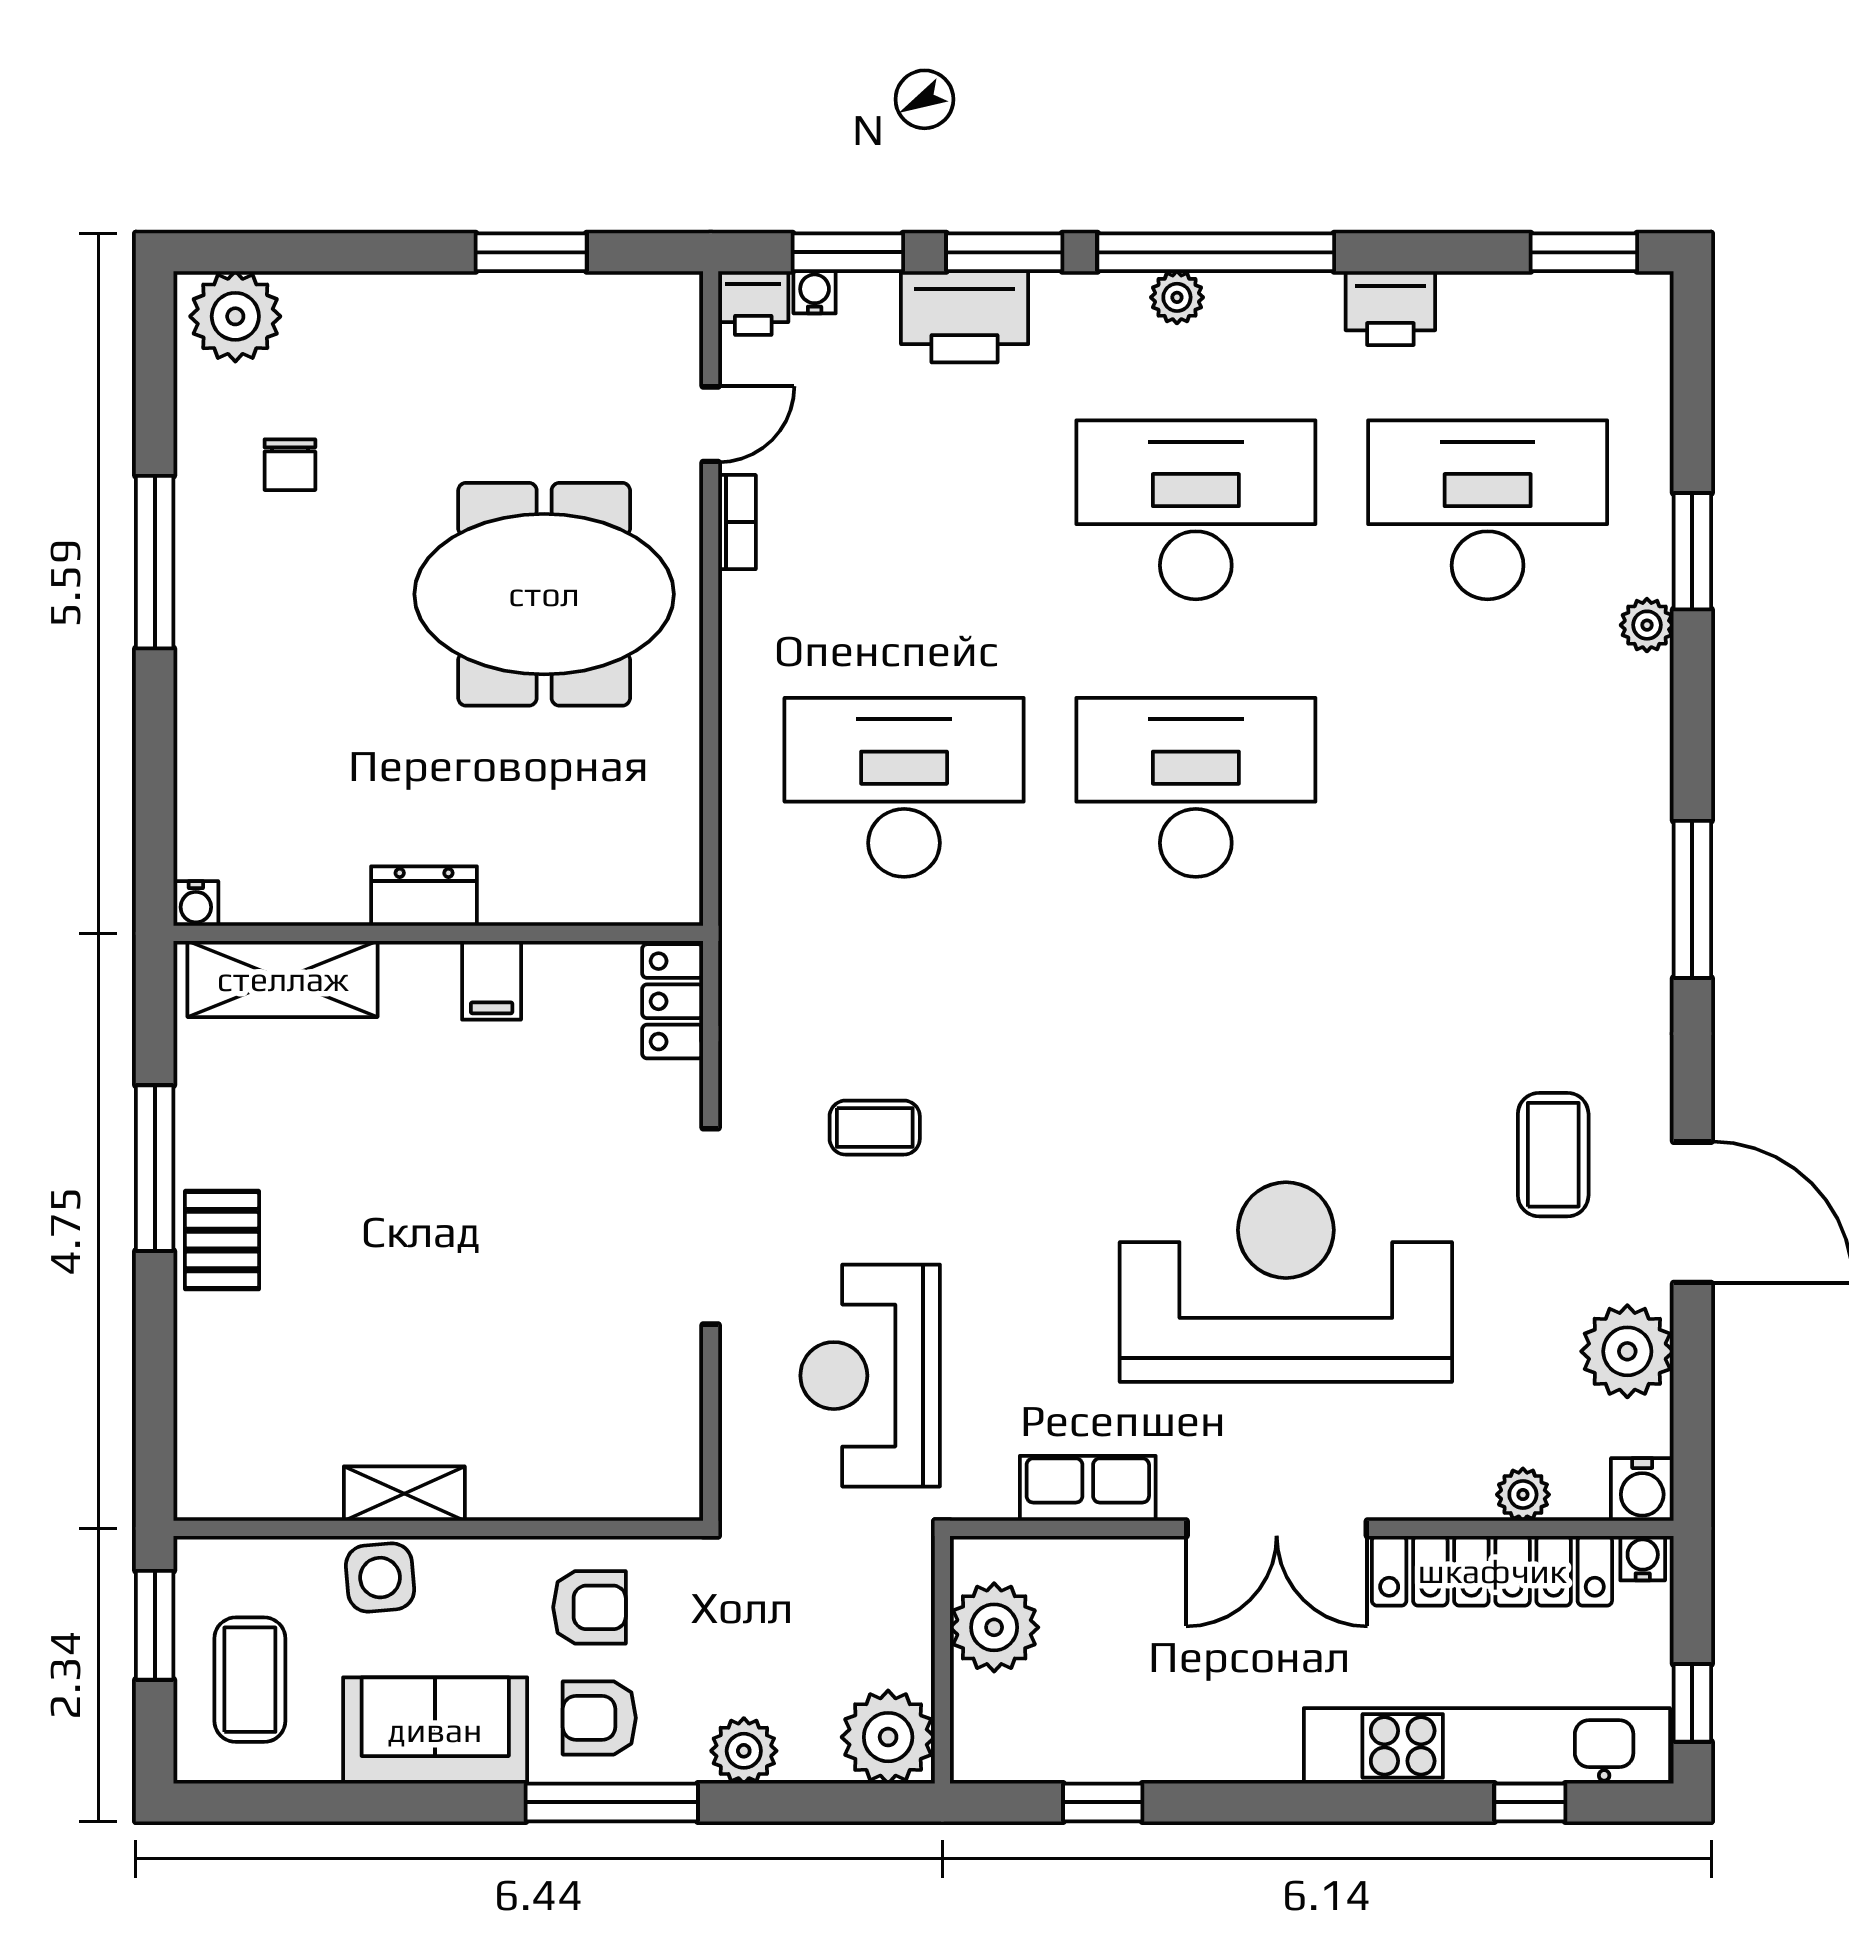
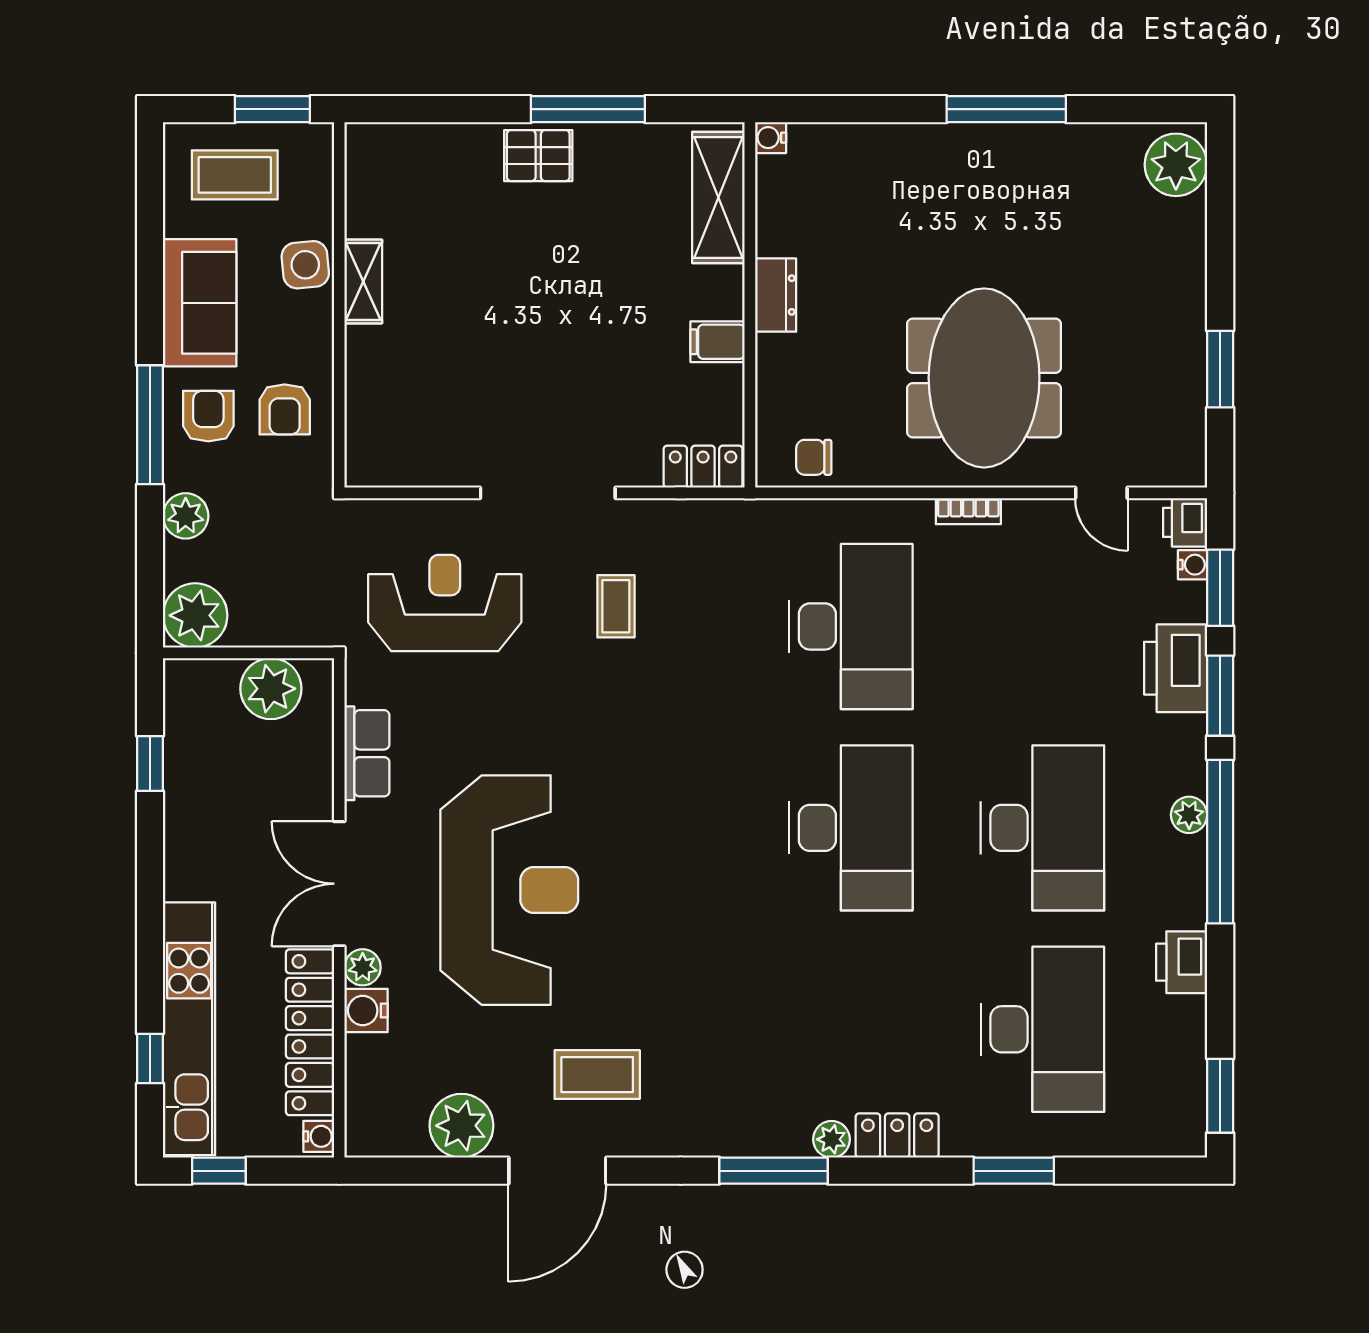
chair: (290, 465) -> (814, 457), moved
bookcase: (737, 522) -> (968, 511), moved
plant: (1647, 625) -> (832, 1139), moved
locker: (1641, 720) -> (897, 1135), added
water cooler: (1642, 1489) -> (366, 1010), moved
plant: (1523, 1495) -> (363, 967), moved

